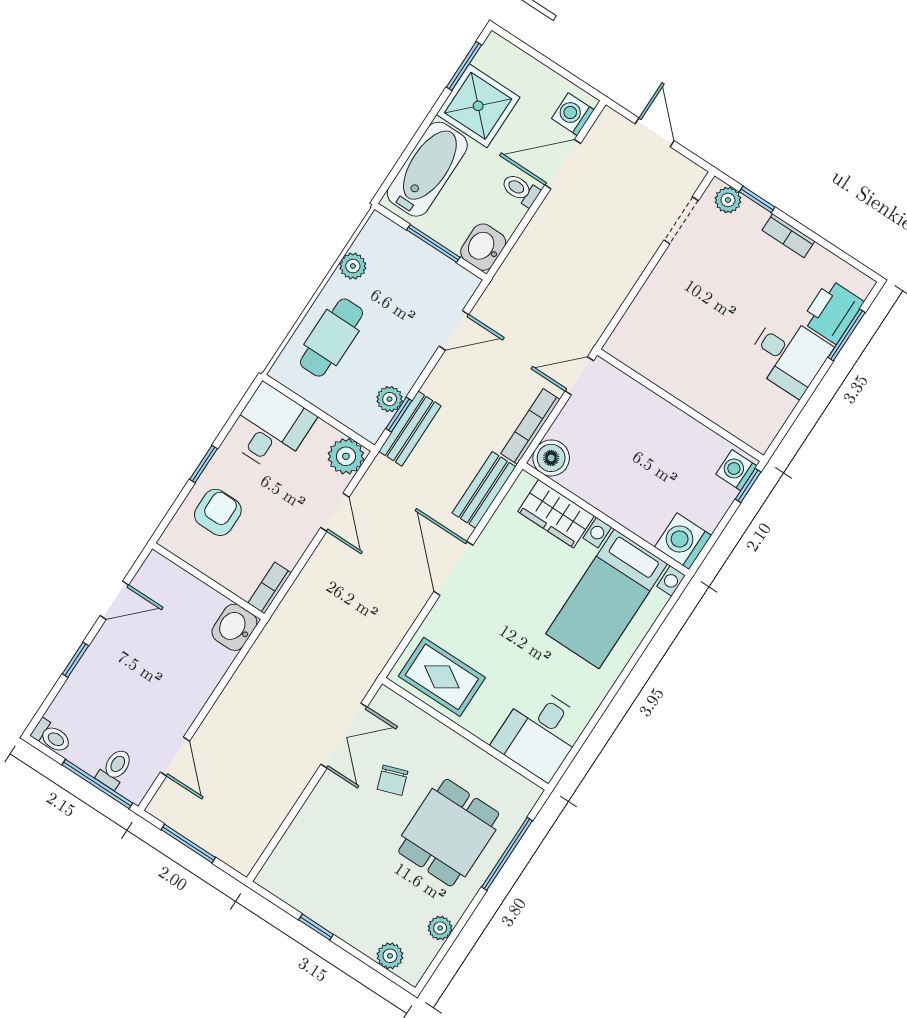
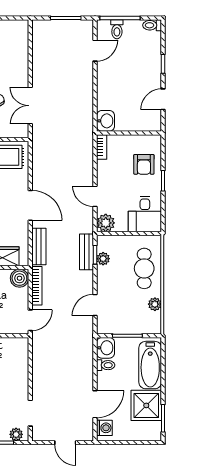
toilet: (520, 190) -> (106, 365), moved
door: (175, 757) -> (95, 51), swing flipped

